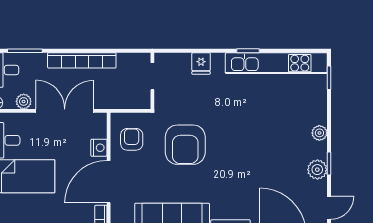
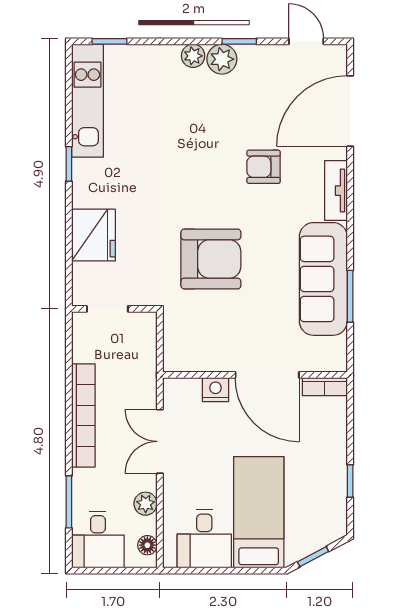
fridge: (201, 63) -> (94, 235), width x1.88, depth x1.34
kitchen unit: (276, 63) -> (87, 101), width x0.73
double door: (65, 111) -> (160, 441), width x0.73
armchair: (132, 139) -> (264, 167), moved
plant: (317, 170) -> (222, 59), moved

